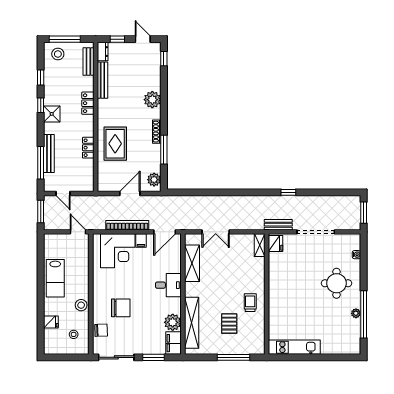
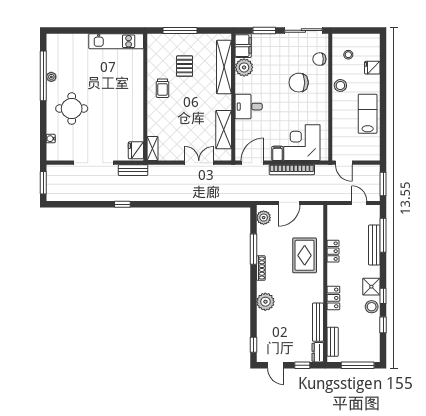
stool: (58, 54) -> (372, 307), moved

